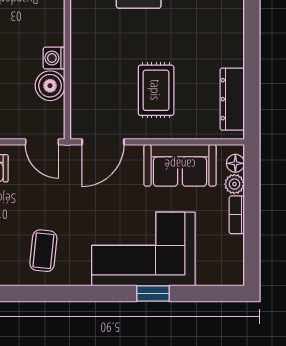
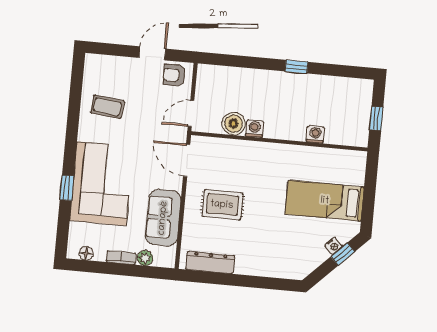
floor lamp: (235, 163) -> (86, 253), moved

